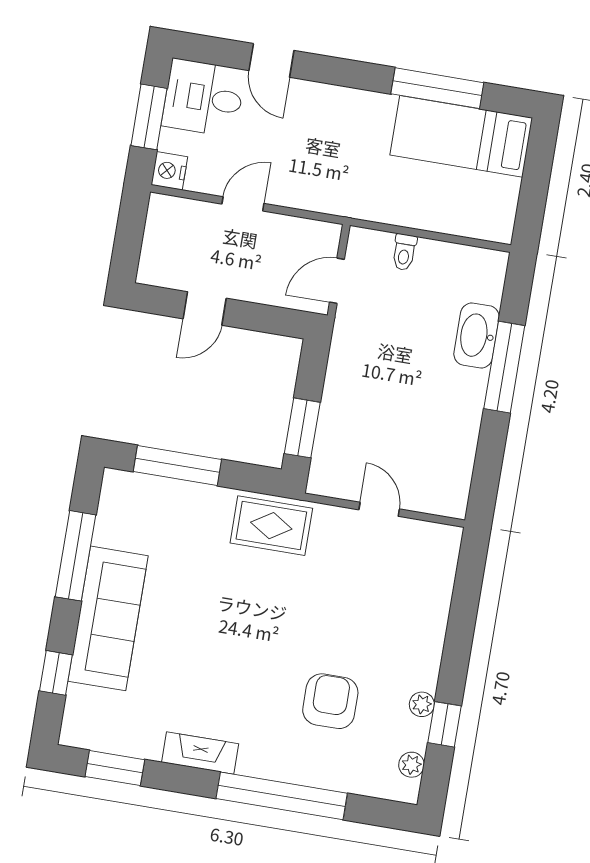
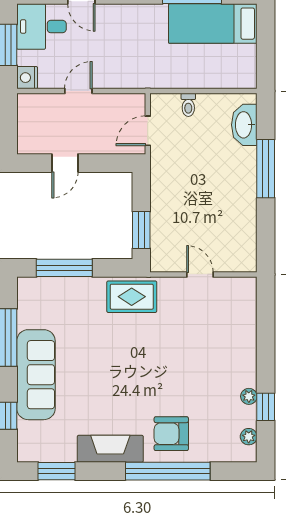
washbasin: (477, 335) -> (244, 125), moved
armchair: (330, 701) -> (171, 434), moved, turned -90
fireplace: (200, 753) -> (110, 449), width x1.37, depth x1.32

